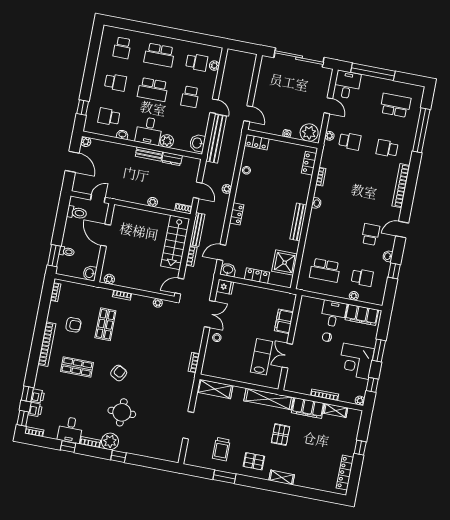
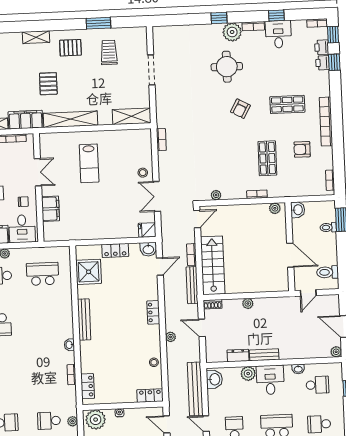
filing cabinet: (284, 321) -> (50, 209), moved
wall: (290, 342) -> (39, 188), moved
double door: (287, 356) -> (38, 172), moved

